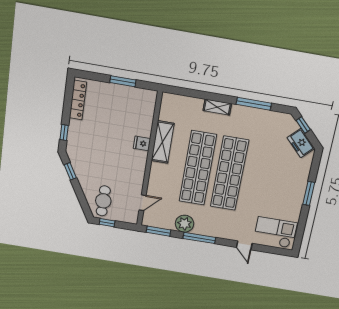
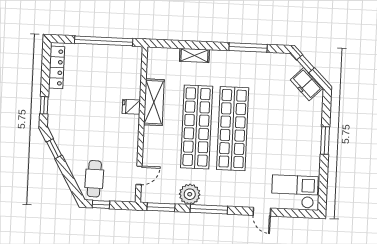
window: (123, 81) -> (104, 41), width x2.11
shelving: (217, 107) -> (194, 55), moved

